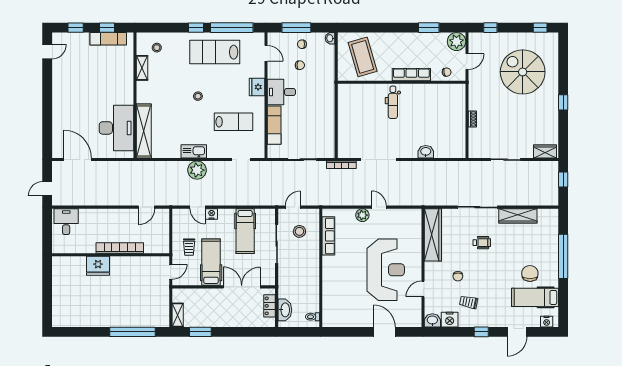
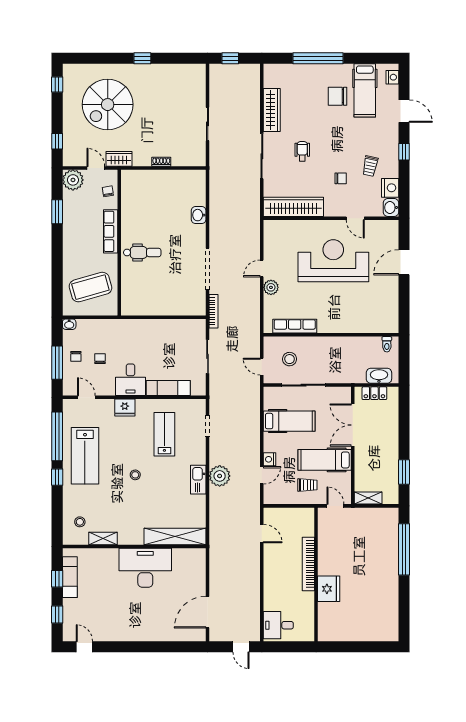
door: (266, 53) -> (86, 397), hinge flipped
desk: (116, 128) -> (145, 568), moved
wardrobe: (545, 152) -> (119, 159), moved, turned 90
shelving: (178, 315) -> (368, 498), moved

